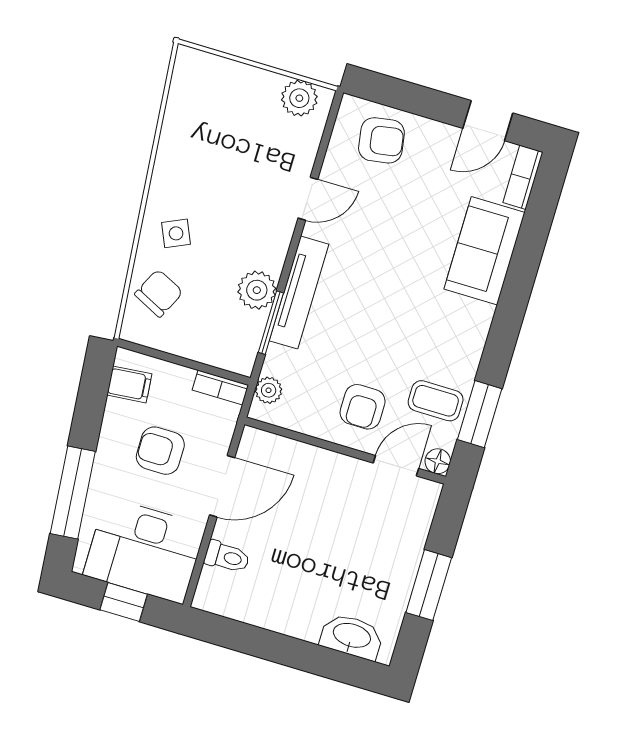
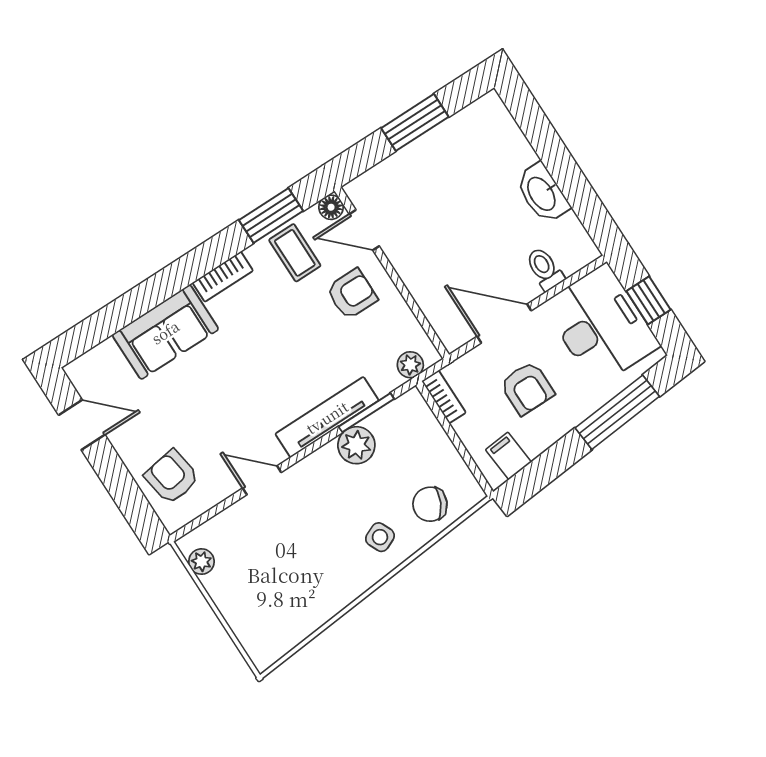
plant: (299, 98) -> (201, 562), width x0.73, depth x0.73
bookcase: (523, 177) -> (223, 277), moved
washbasin: (352, 636) -> (542, 193), moved

